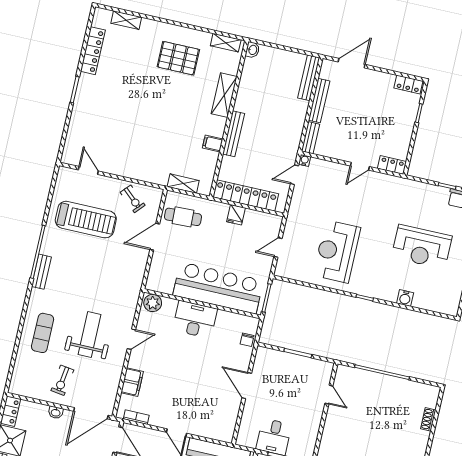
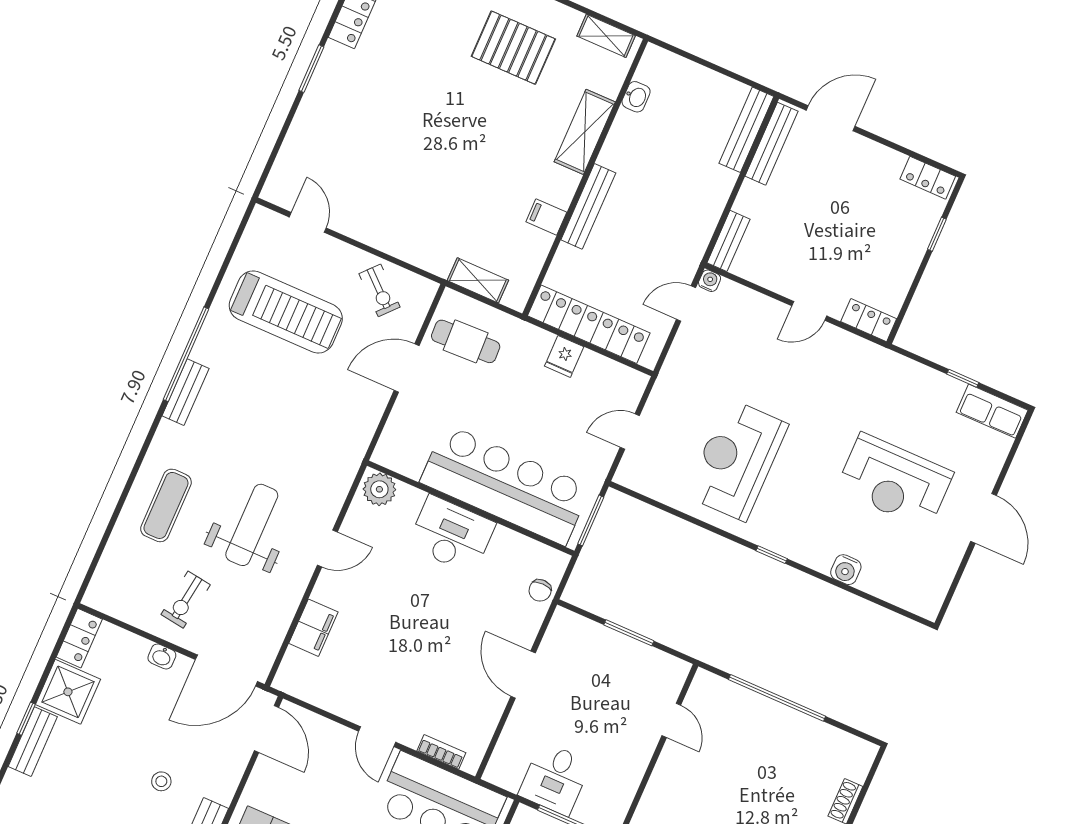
washbasin: (252, 50) -> (636, 97), moved
bench: (319, 101) -> (772, 144), moved
bookcase: (136, 417) -> (441, 752), moved

